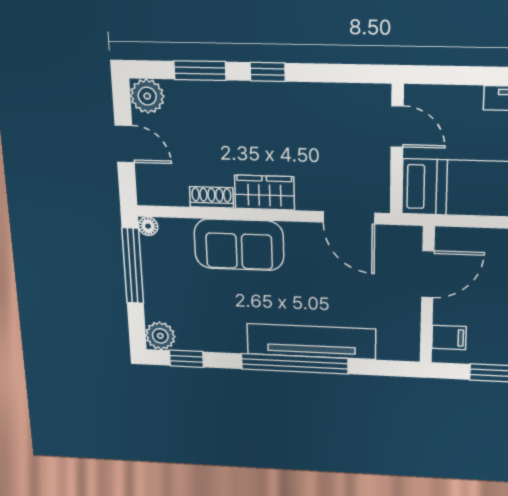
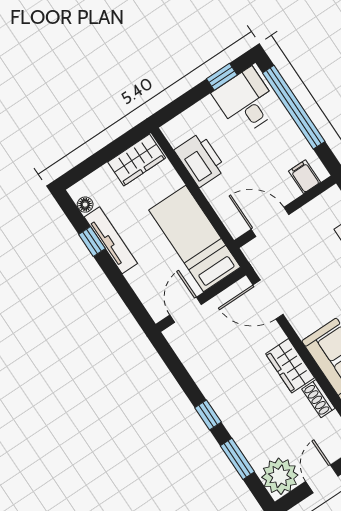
plant: (147, 96) -> (280, 476), width x1.36, depth x1.36
door: (349, 218) -> (268, 300), swing flipped

